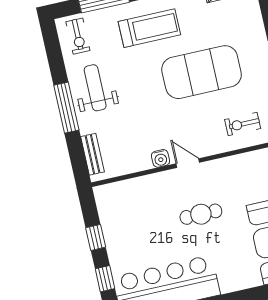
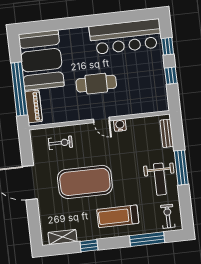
cafe table: (201, 214) -> (96, 84), width x1.37, depth x1.35

